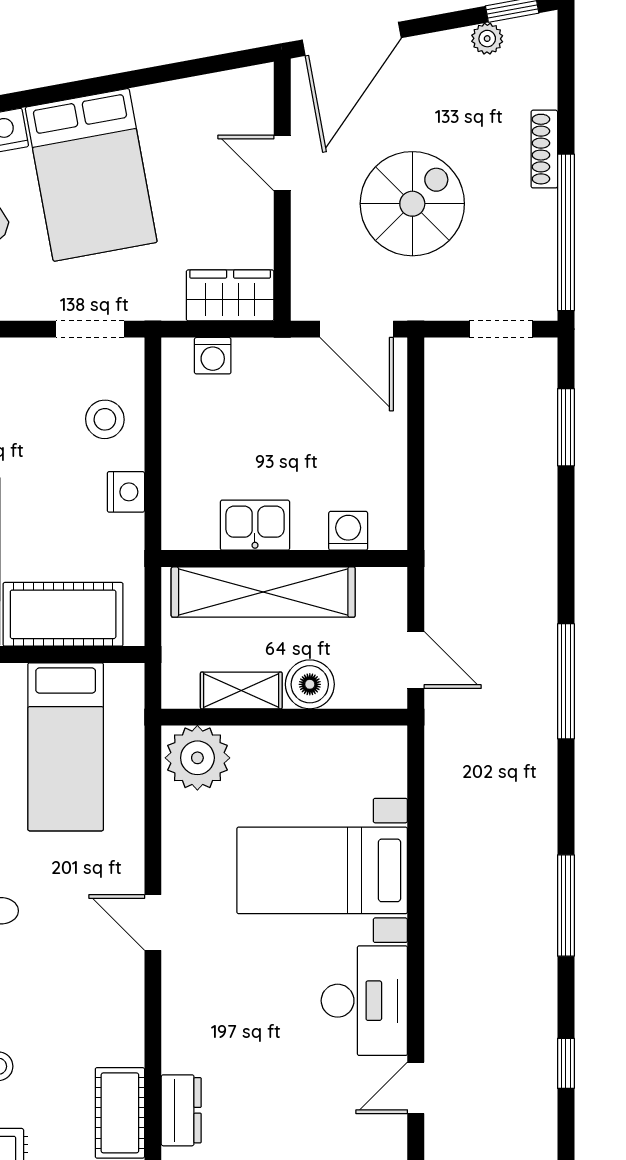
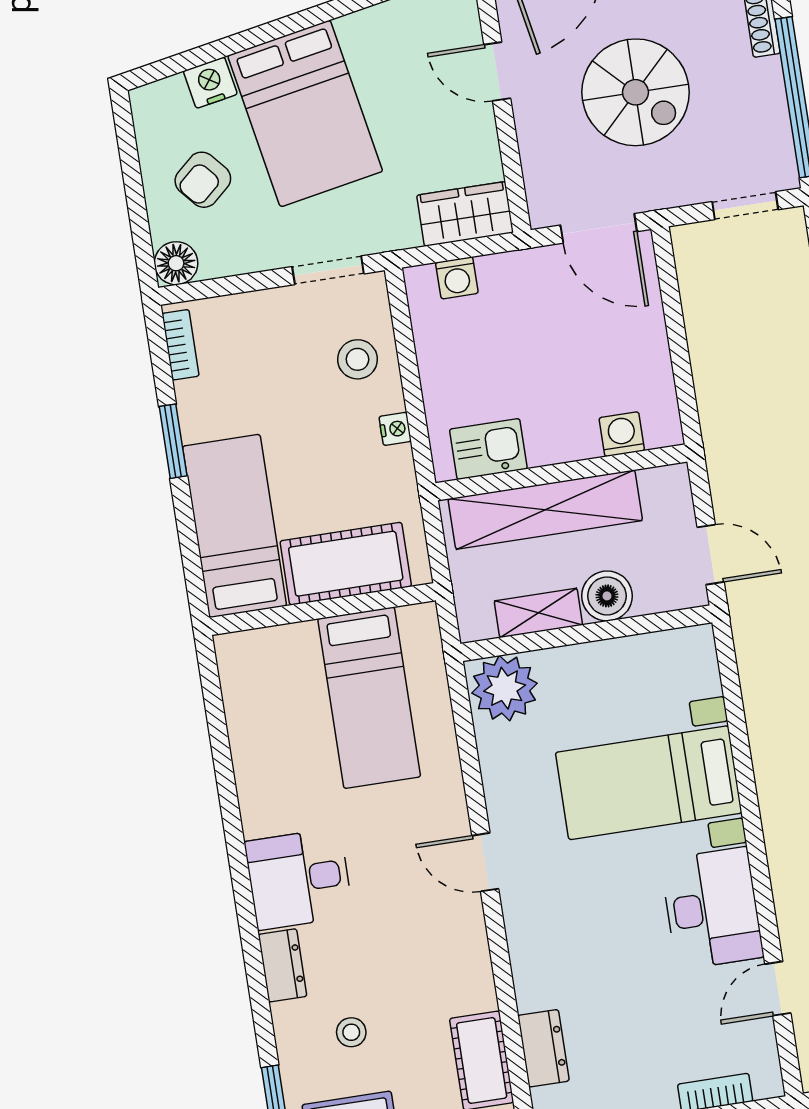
spiral stairs: (412, 204) -> (635, 92), turned 90
nightstand: (126, 492) -> (395, 429), width x0.72, depth x0.74
kitchen sink: (255, 525) -> (488, 449), moved

